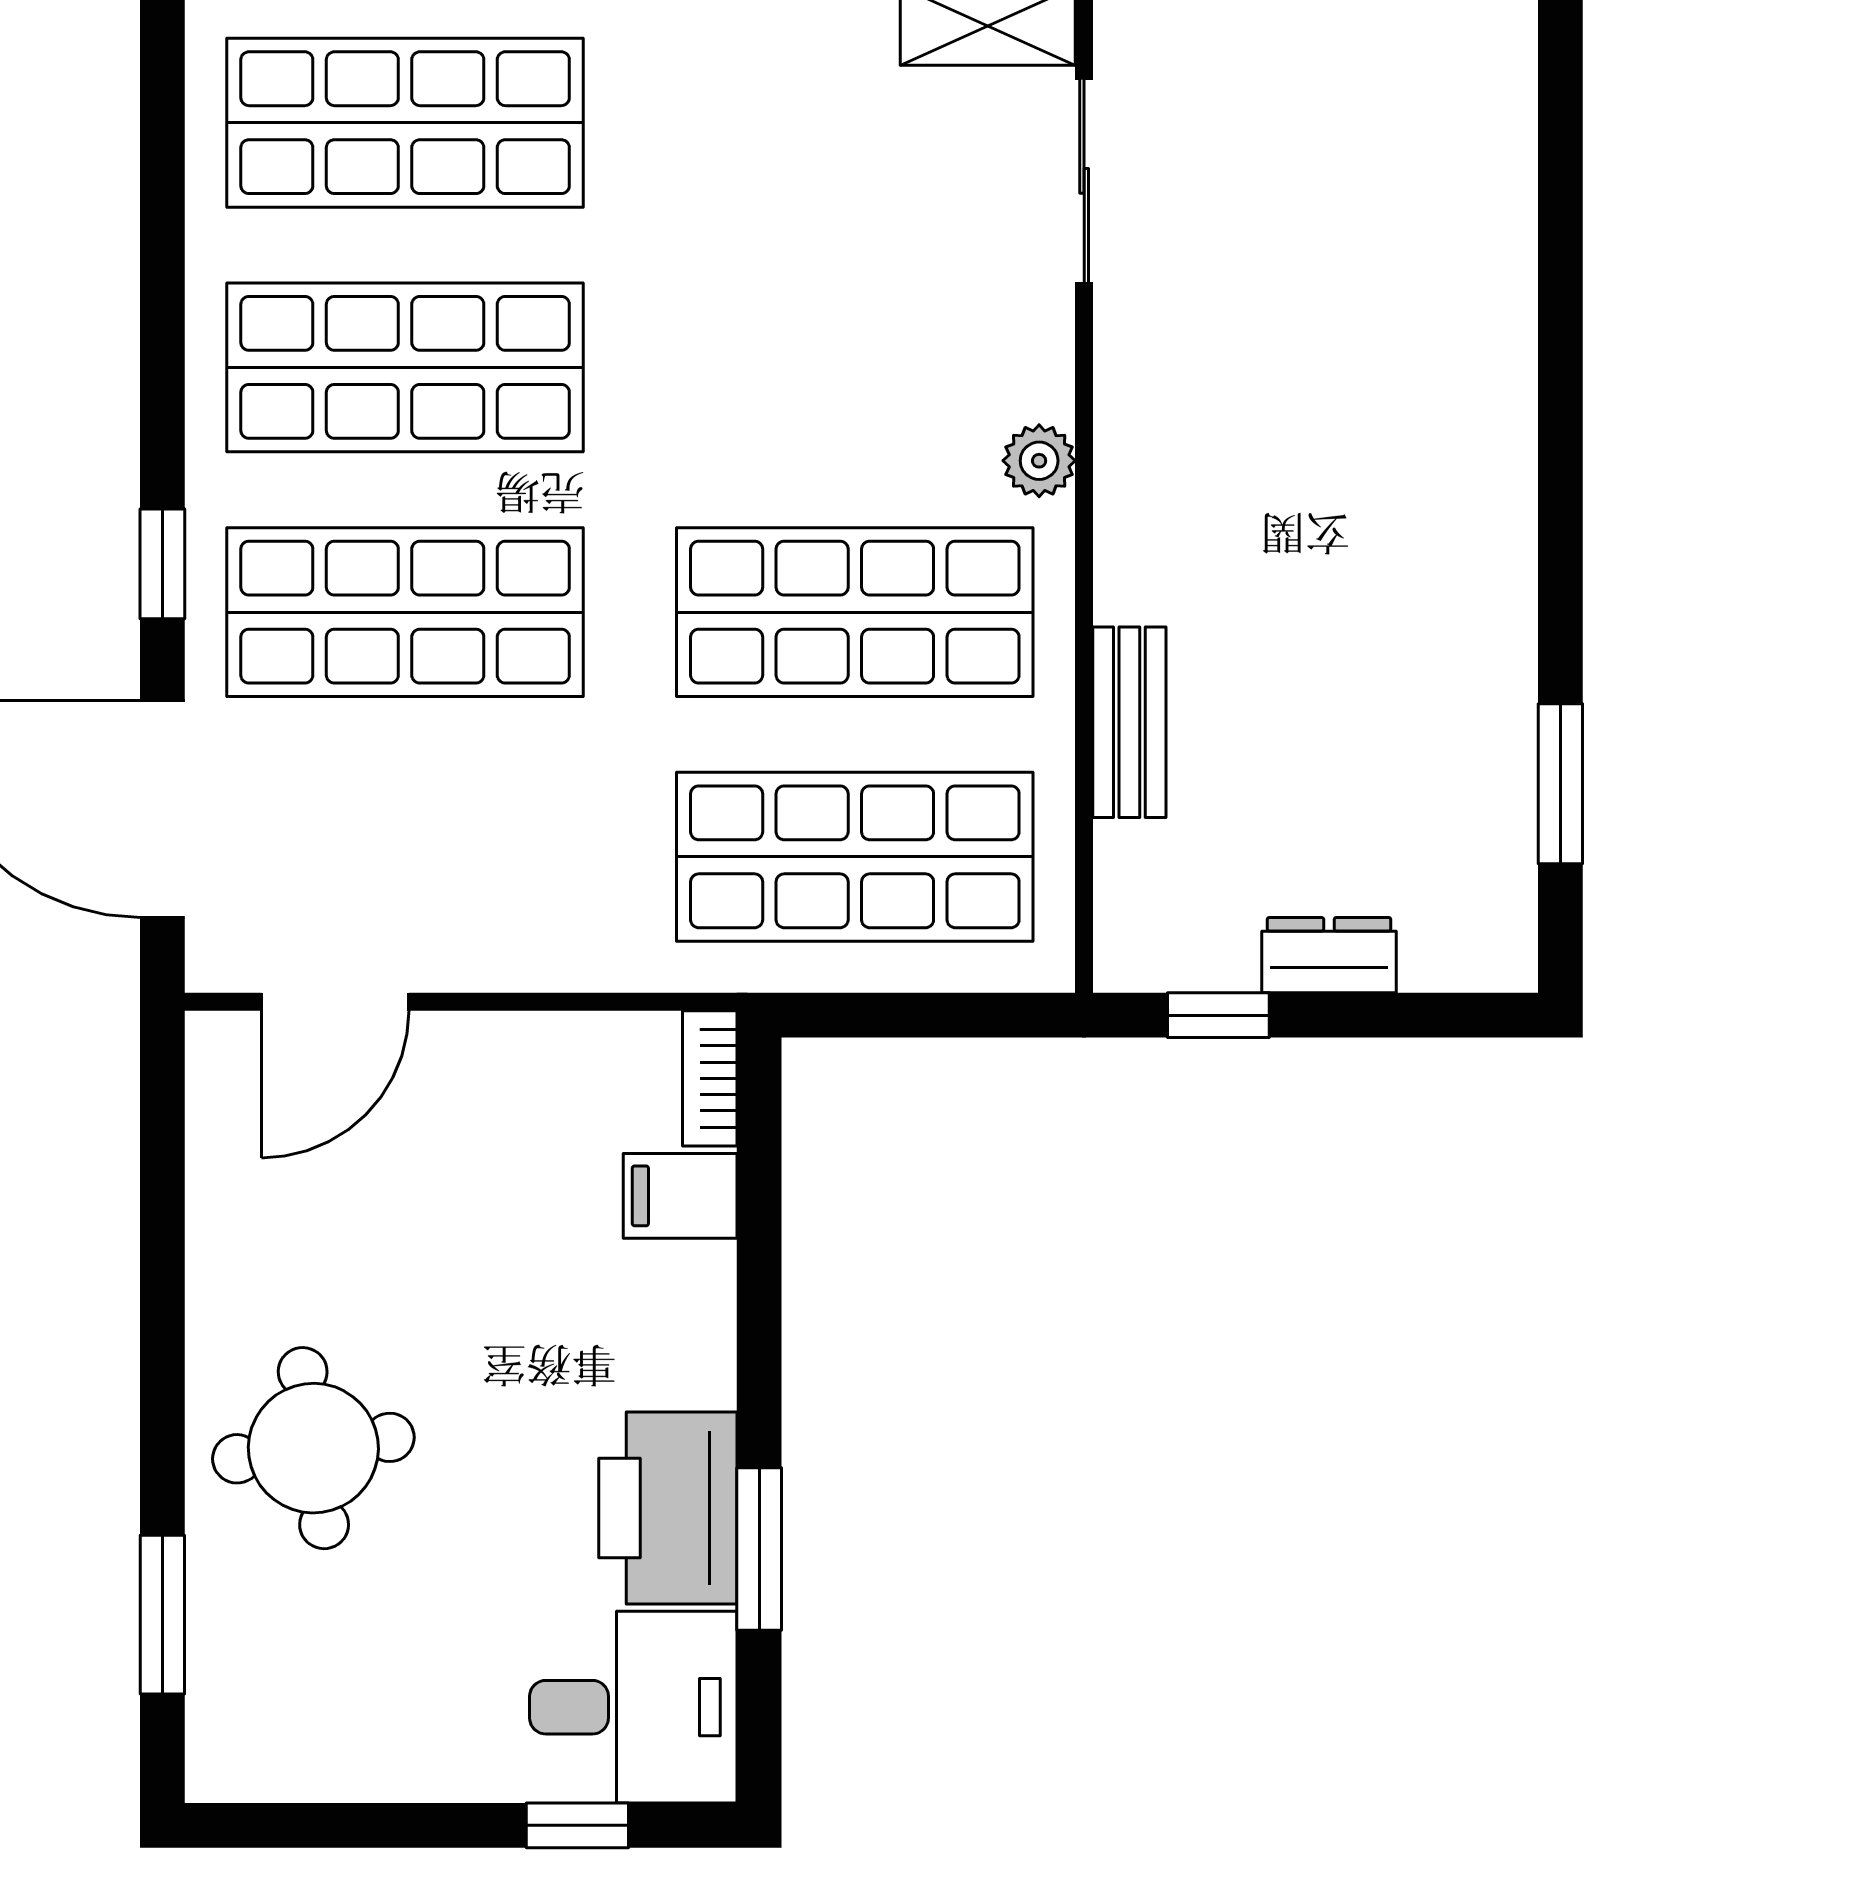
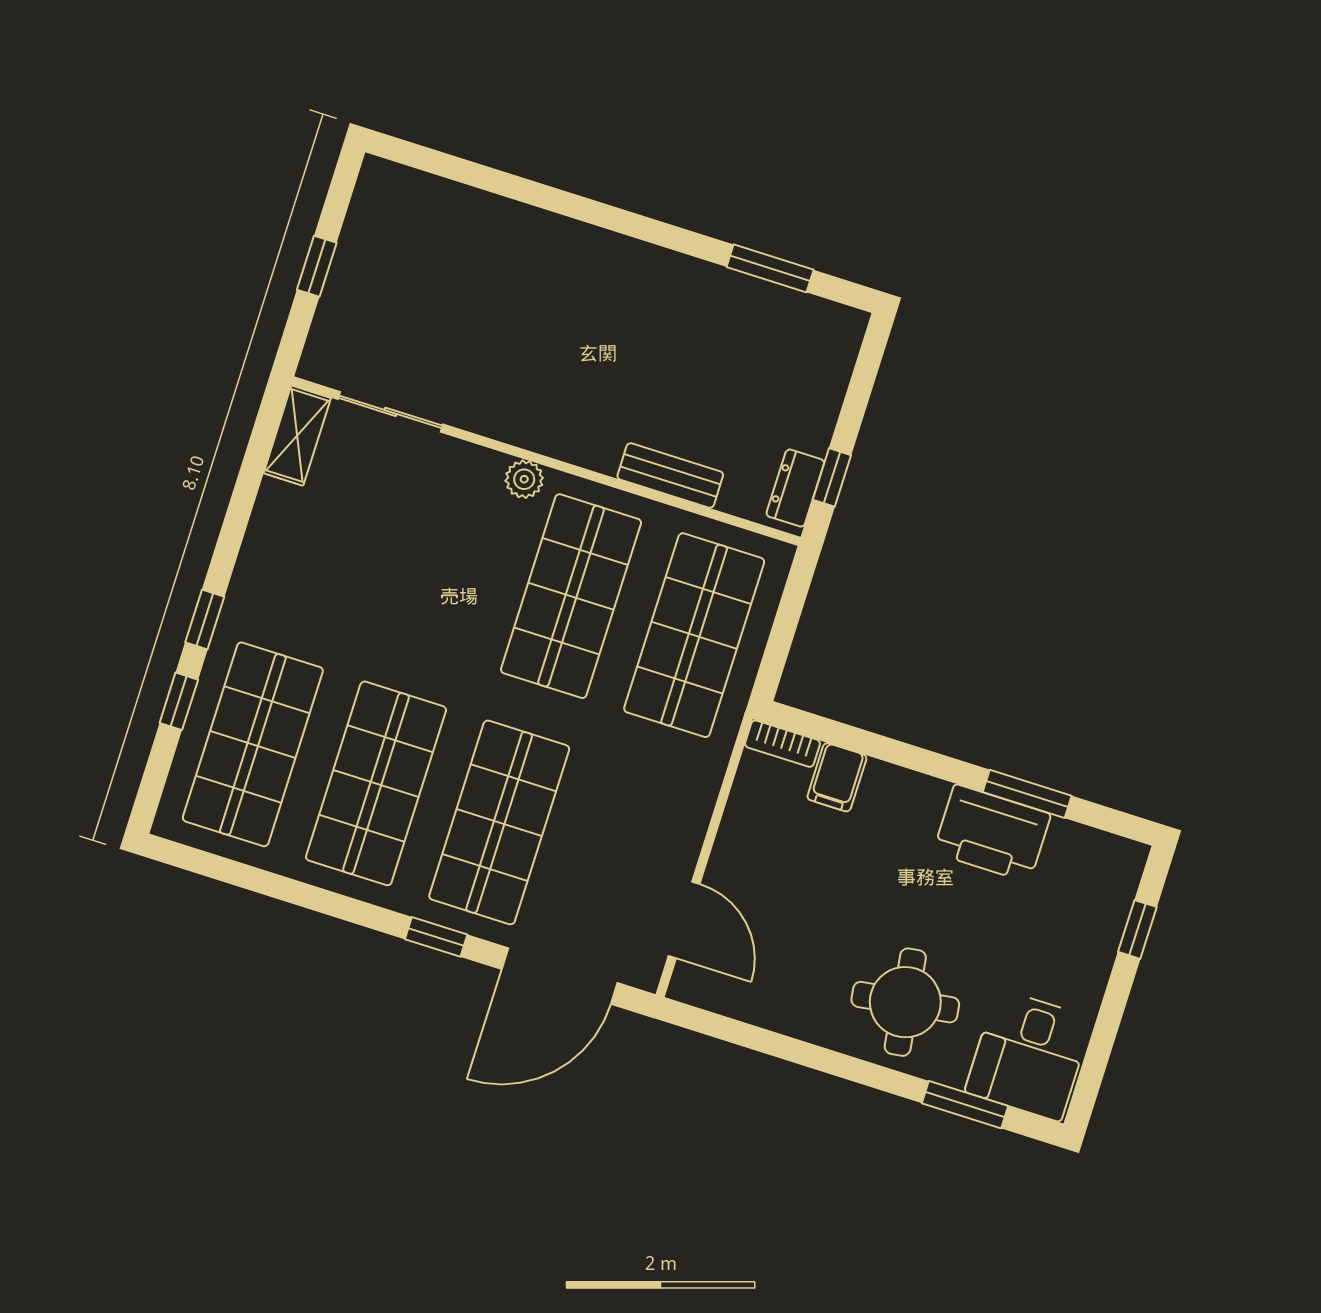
dresser: (1329, 955) -> (795, 488), moved
desk: (633, 1707) -> (1029, 1055), moved, turned 180

